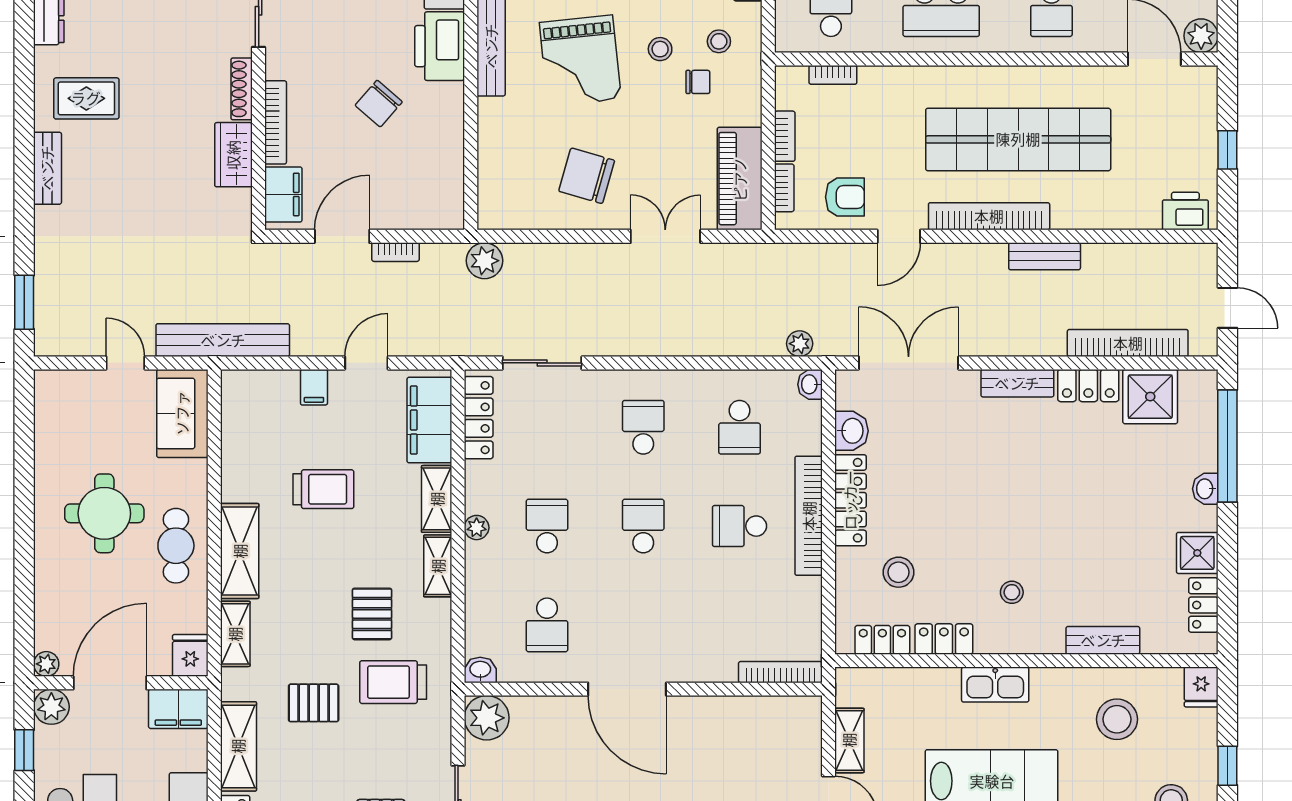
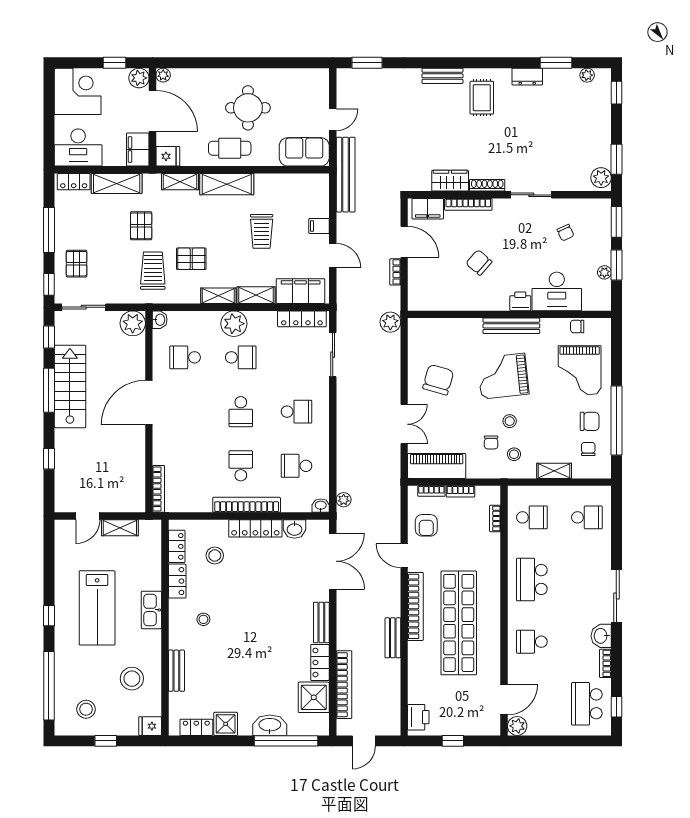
printer: (440, 46) -> (520, 301), width x0.53, depth x0.68
washbasin: (1205, 489) -> (270, 725), width x1.91, depth x1.45
school desk: (643, 526) -> (241, 412), turned 90
plant: (477, 528) -> (234, 324), width x1.87, depth x1.87

